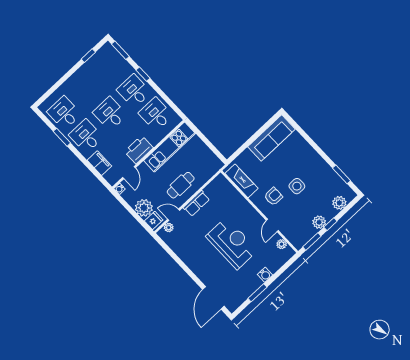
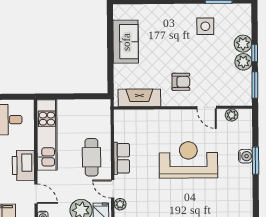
sofa: (271, 138) -> (126, 42), width x0.73
side table: (297, 186) -> (205, 26), moved
armchair: (273, 196) -> (181, 82), turned 90
plant: (339, 203) -> (243, 44), moved
door: (174, 215) -> (113, 189), hinge flipped
window: (257, 293) -> (255, 161), moved

